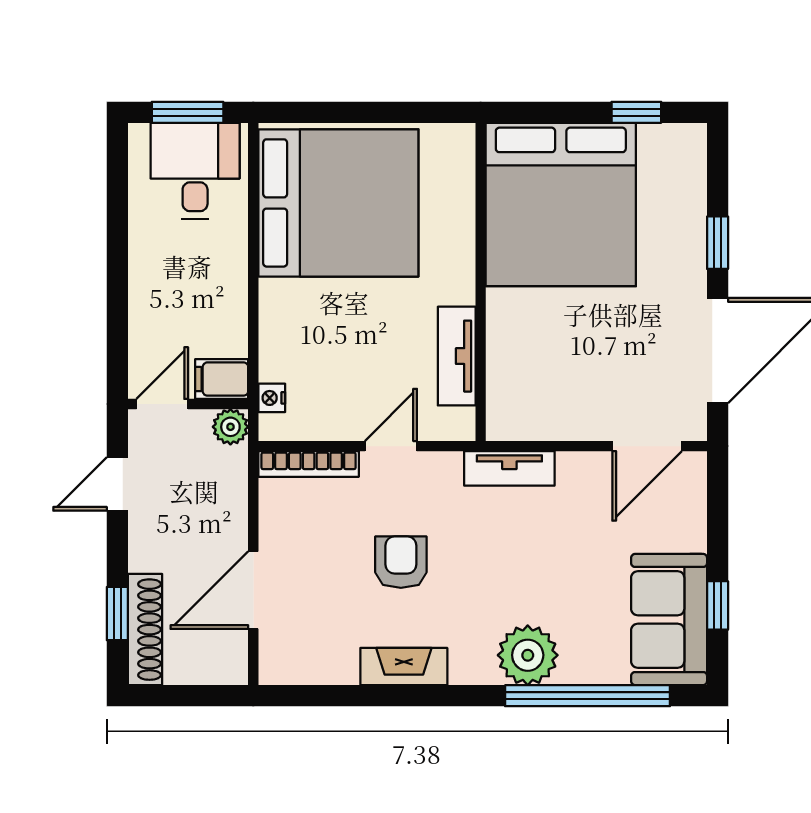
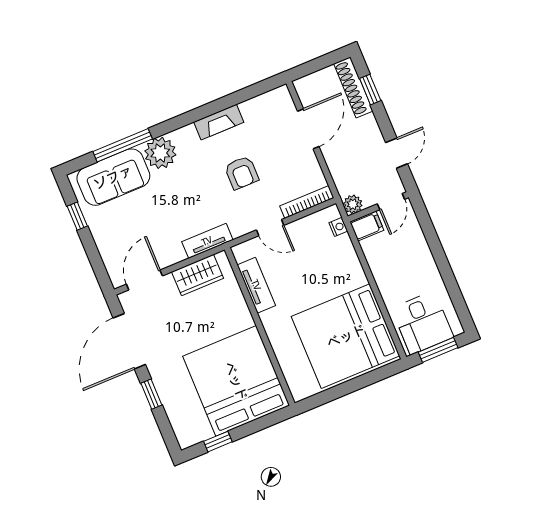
wardrobe: (551, 416) -> (198, 275), added
door: (391, 446) -> (270, 228), hinge flipped
sofa: (669, 620) -> (113, 177), moved, turned 90
window: (588, 696) -> (123, 145), width x0.68

